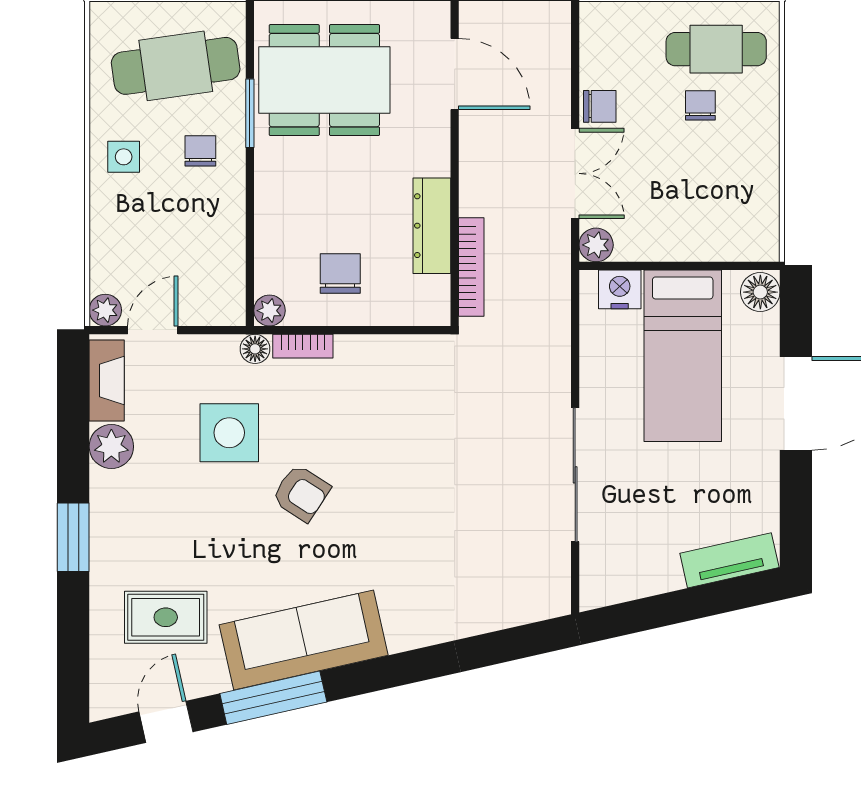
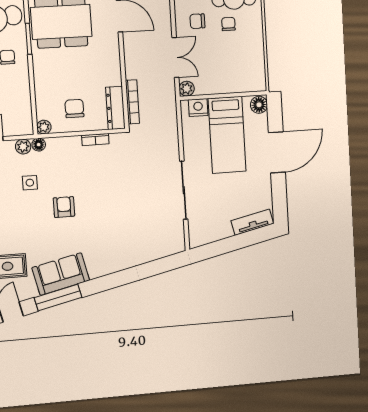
chair: (600, 106) -> (197, 21), moved, turned 180
dresser: (432, 226) -> (115, 108), moved
bookcase: (303, 346) -> (95, 140), moved
plant: (220, 351) -> (23, 147), added
side table: (229, 433) -> (30, 183), width x0.54, depth x0.54
armchair: (301, 493) -> (64, 207), turned -123
sofa: (304, 640) -> (61, 274), width x0.73

